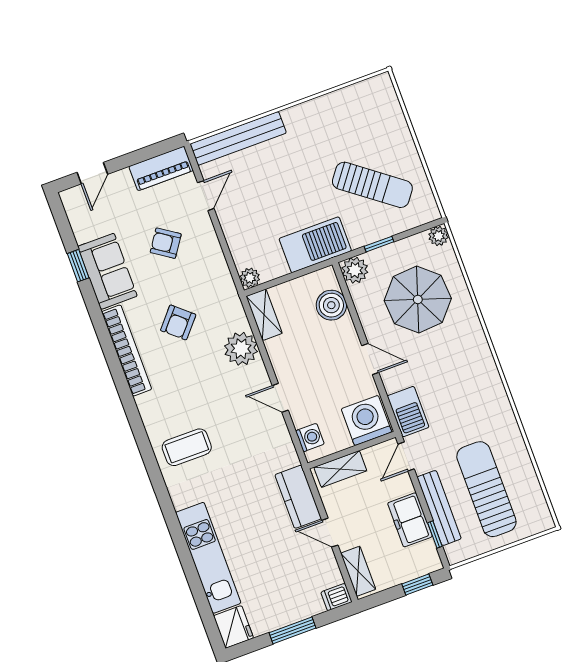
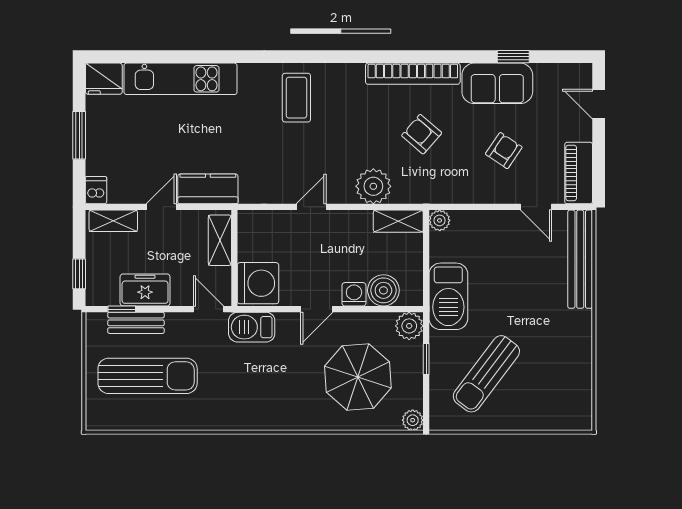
washing machine: (310, 437) -> (354, 294), moved, turned 180
bench: (439, 508) -> (136, 323), width x0.73

